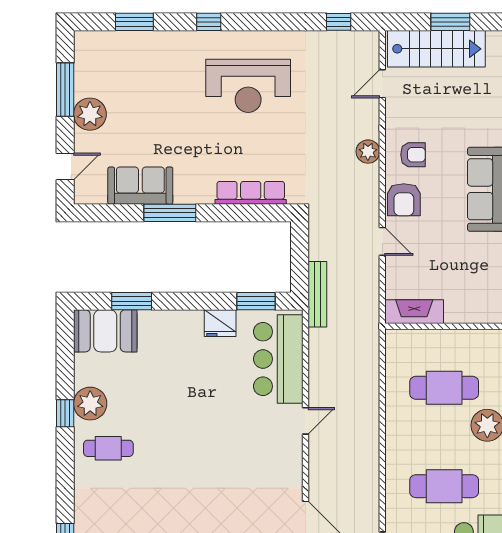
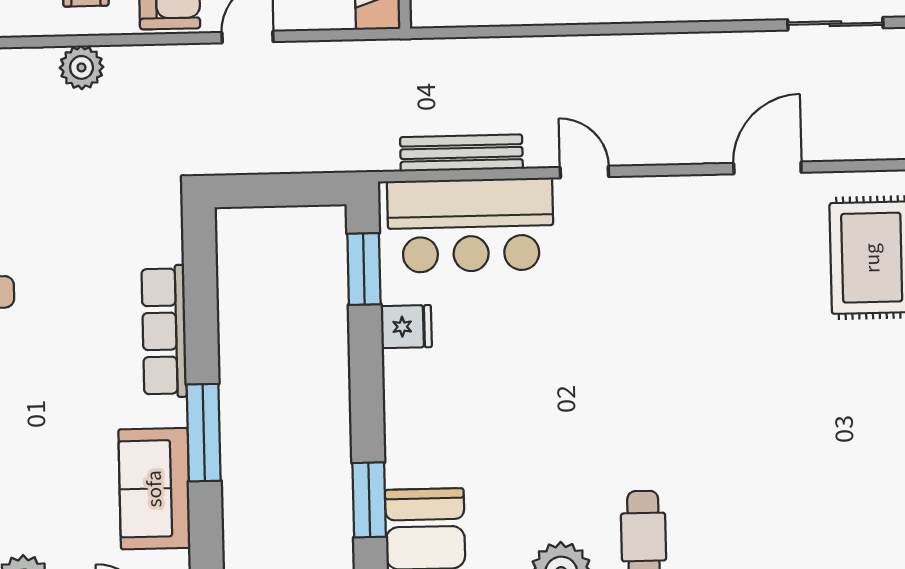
row of seats: (251, 193) -> (164, 331), moved
bench: (317, 294) -> (461, 153), moved
fridge: (220, 323) -> (406, 327), width x0.72

